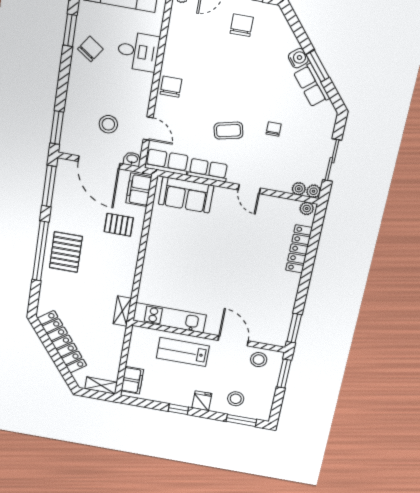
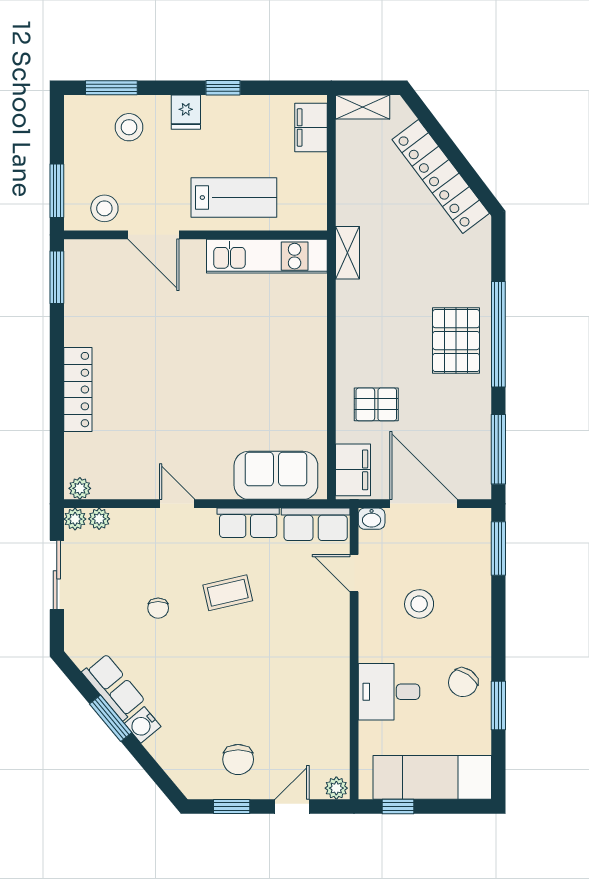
chair: (171, 87) -> (329, 646), removed
stool: (108, 124) -> (419, 604), moved
locker: (299, 249) -> (78, 390), moved

